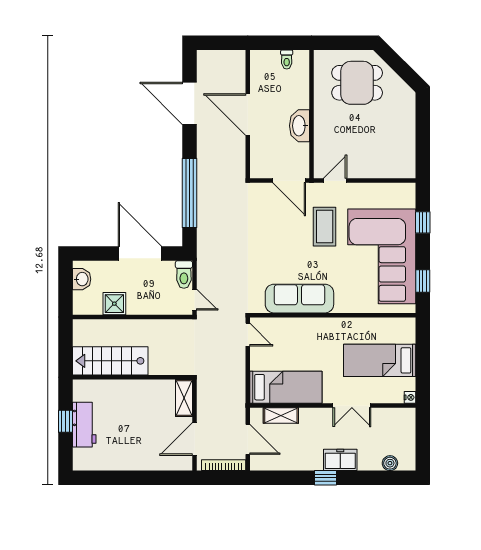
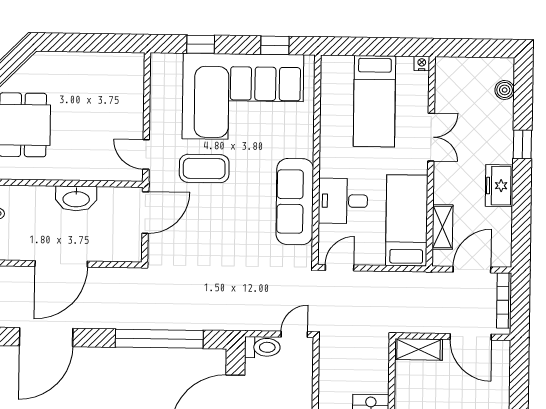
desk: (301, 337) -> (343, 201), added
freezer: (340, 460) -> (499, 186), moved
window: (325, 478) -> (522, 144), moved

